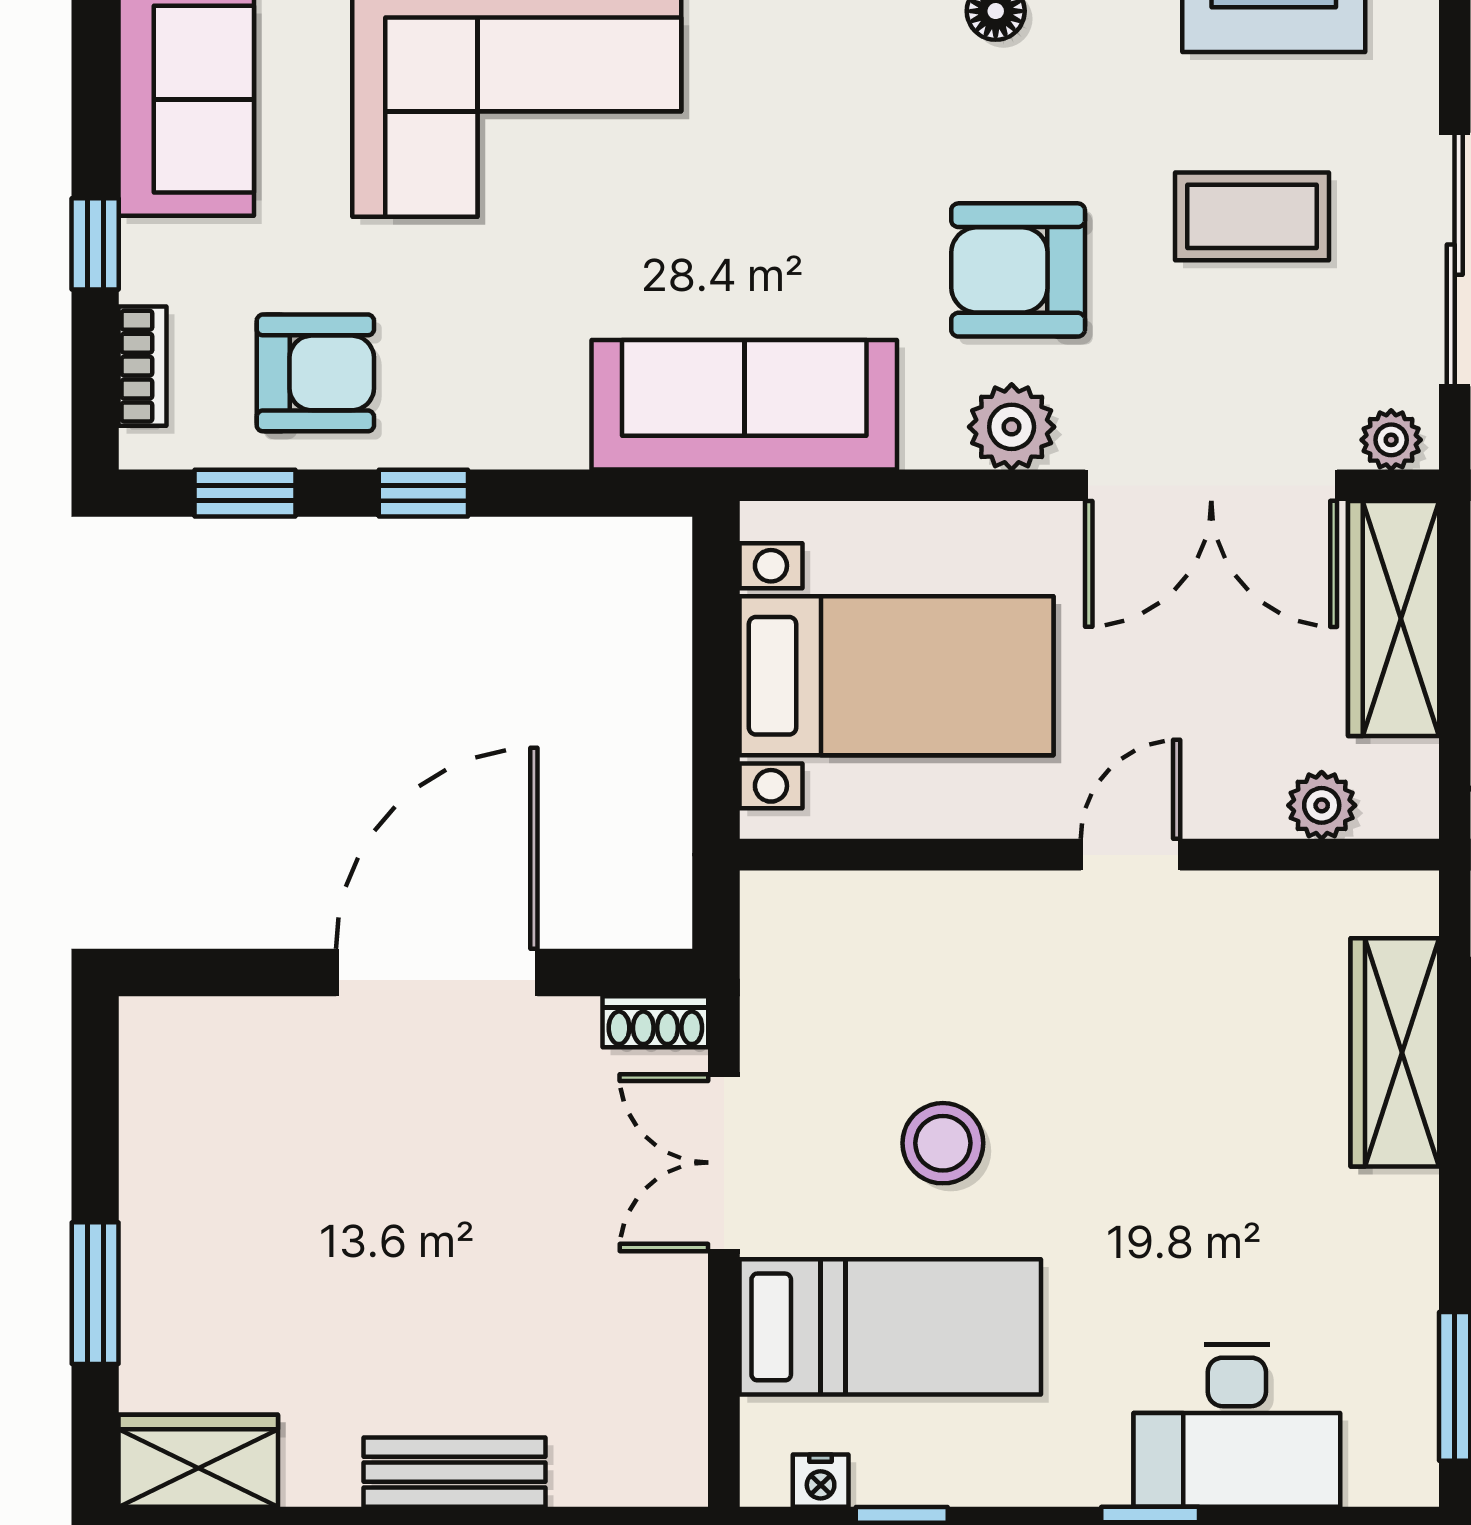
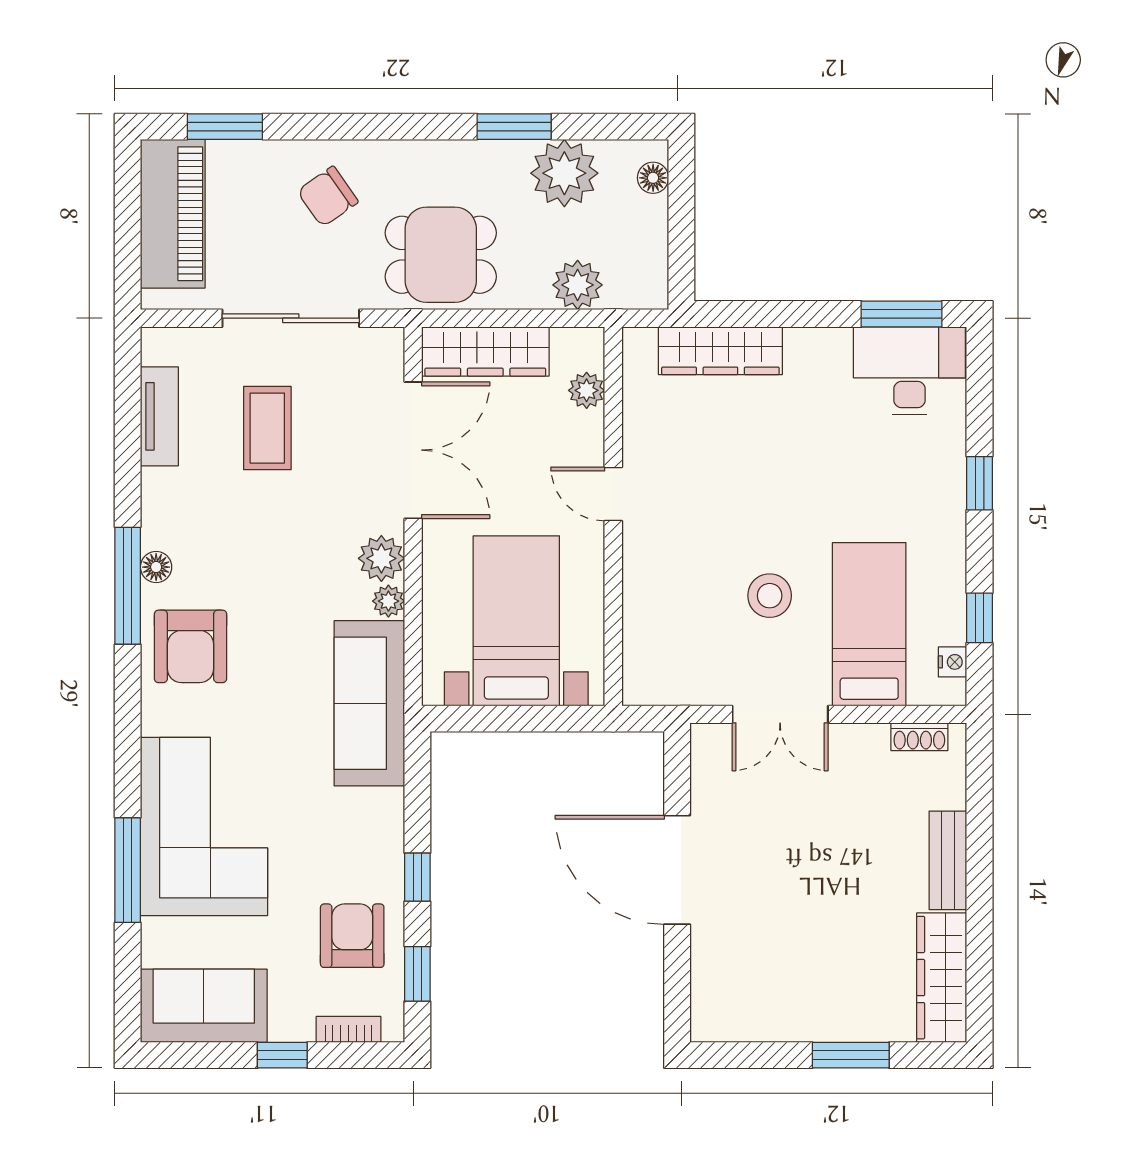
armchair: (1018, 270) -> (191, 646), moved
plant: (1391, 440) -> (388, 601), moved
shoe rack: (655, 1022) -> (919, 737), moved, turned 90
desk: (1237, 1426) -> (909, 371), moved, turned -90
wardrobe: (198, 1461) -> (942, 978), width x1.50

